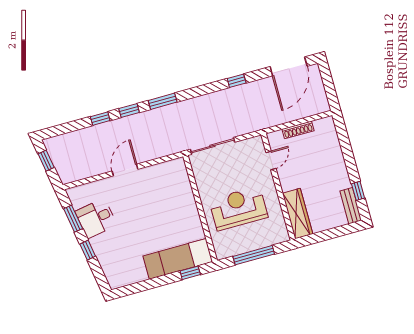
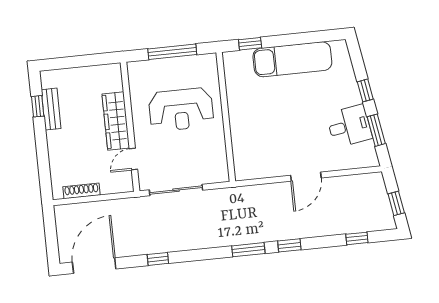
window: (100, 119) -> (357, 238), moved
shoe rack: (298, 130) -> (81, 191), moved
sliding door: (212, 146) -> (176, 190), moved
bench: (351, 206) -> (51, 109), moved
wardrobe: (298, 214) -> (116, 121), moved
exam couch: (178, 259) -> (292, 59), moved

